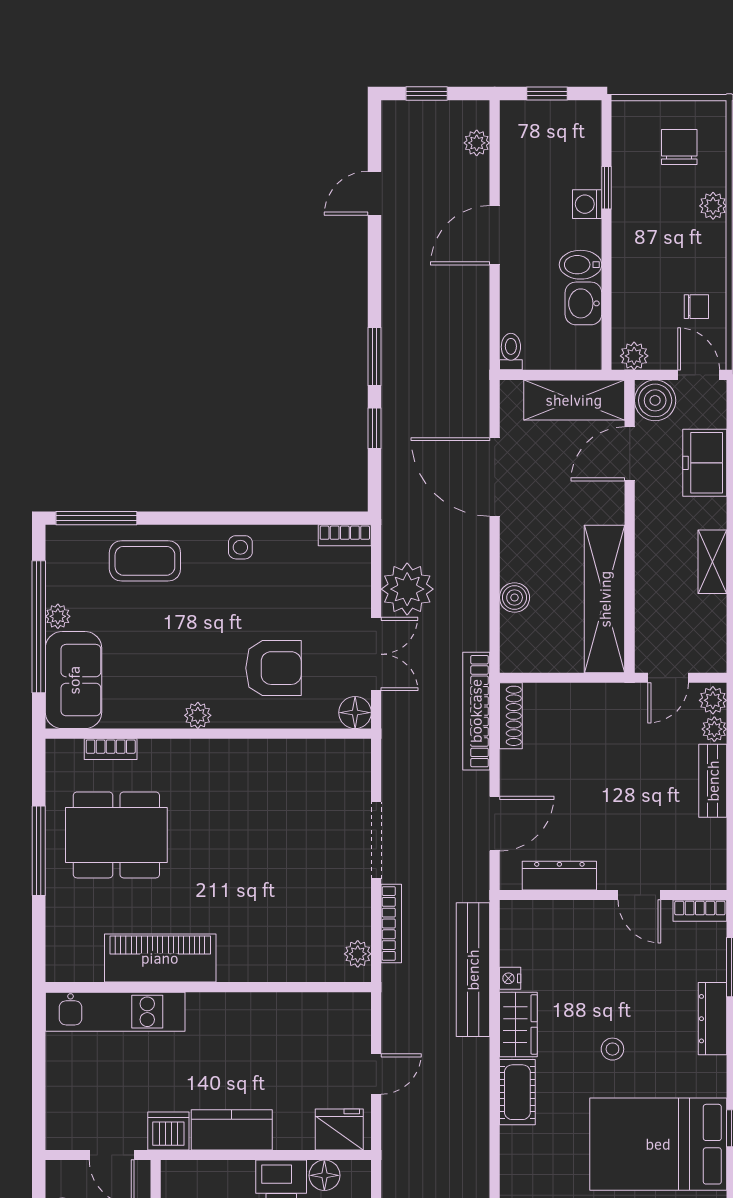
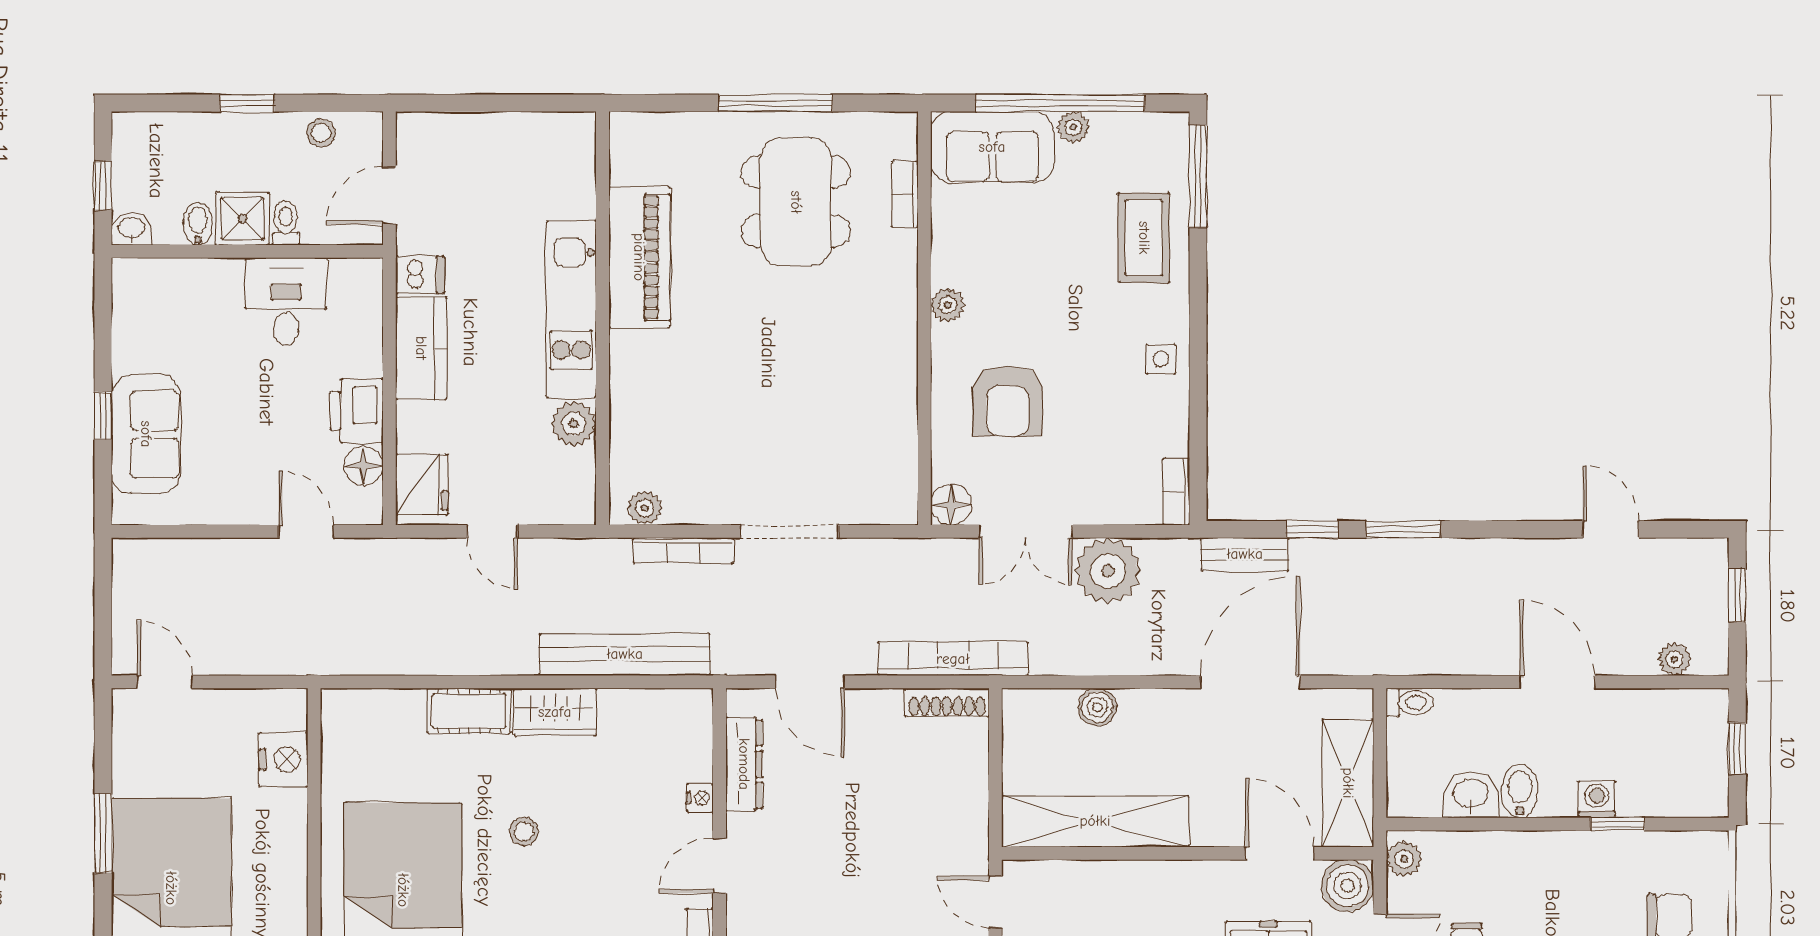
bench: (394, 481) -> (1245, 554), added
nightstand: (510, 978) -> (700, 798), moved, turned 90
plant: (291, 1010) -> (574, 424), added
kitchen unit: (115, 1012) -> (571, 309), moved
dishwasher: (168, 1131) -> (420, 275), width x0.73

